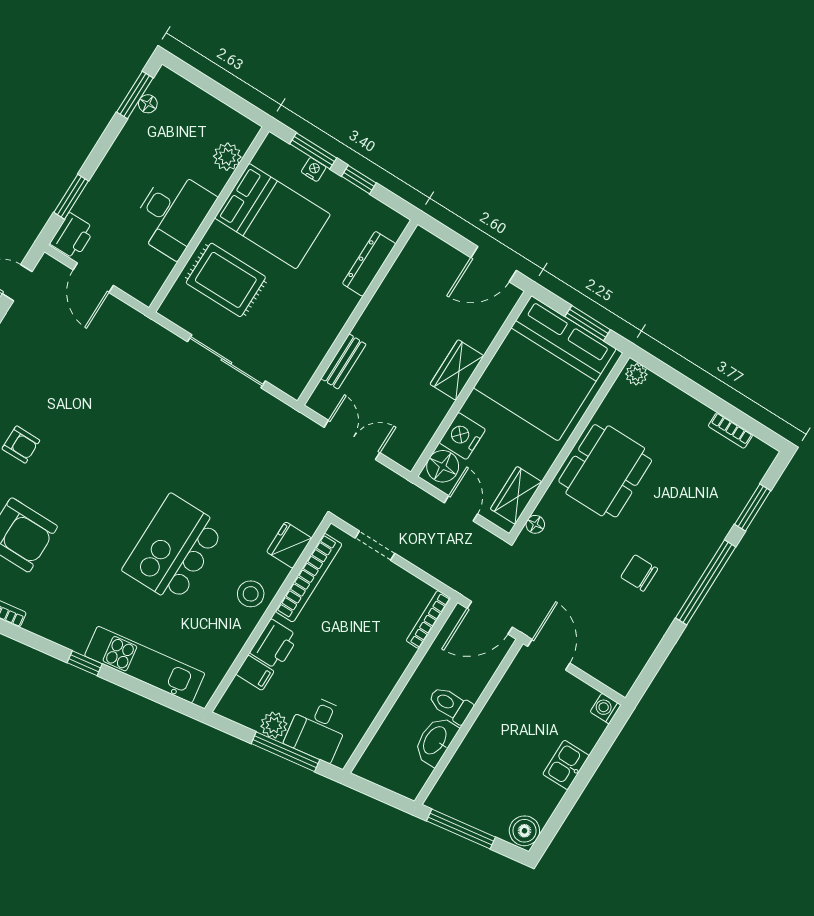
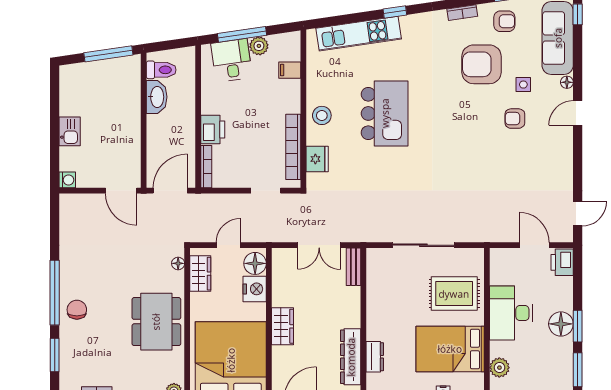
floor lamp: (148, 104) -> (561, 324), moved, width x1.89, depth x1.89
window: (71, 197) -> (578, 326), moved
dresser: (369, 264) -> (375, 357), width x0.70
dresser: (398, 282) -> (351, 357), added
bench: (344, 361) -> (353, 267), moved
door: (461, 508) -> (228, 245), swing flipped
chair: (639, 573) -> (77, 310), moved, turned -90
printer: (274, 644) -> (213, 130), moved, turned 180
toilet: (450, 705) -> (161, 70), moved
boiler: (524, 831) -> (70, 77), removed

